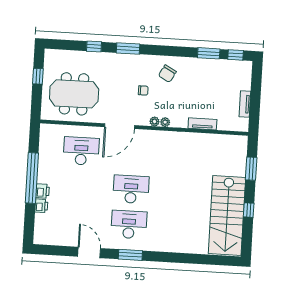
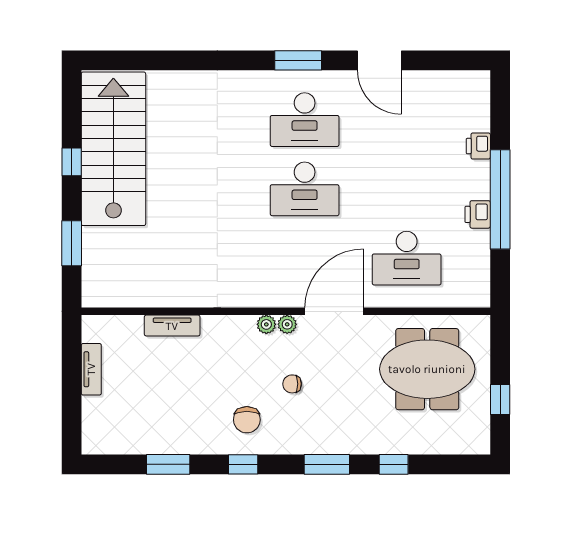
window: (236, 55) -> (243, 464), moved
chair: (167, 74) -> (247, 420), turned 151
plant: (165, 122) -> (287, 324), moved
printer: (43, 191) -> (478, 214), moved

